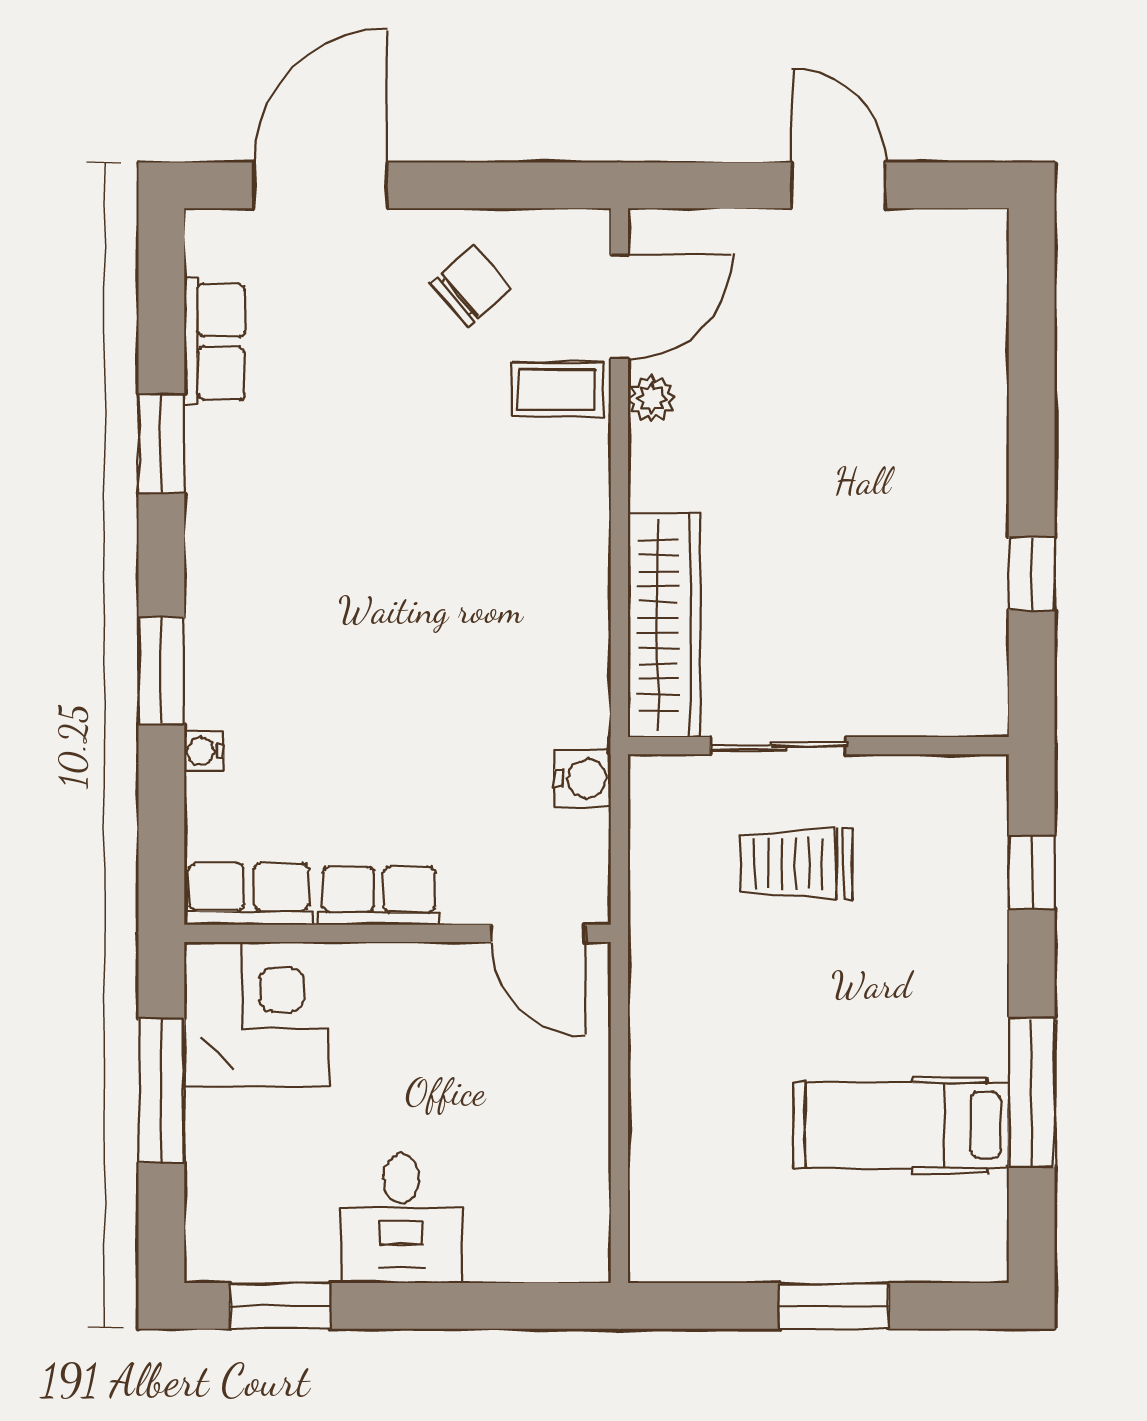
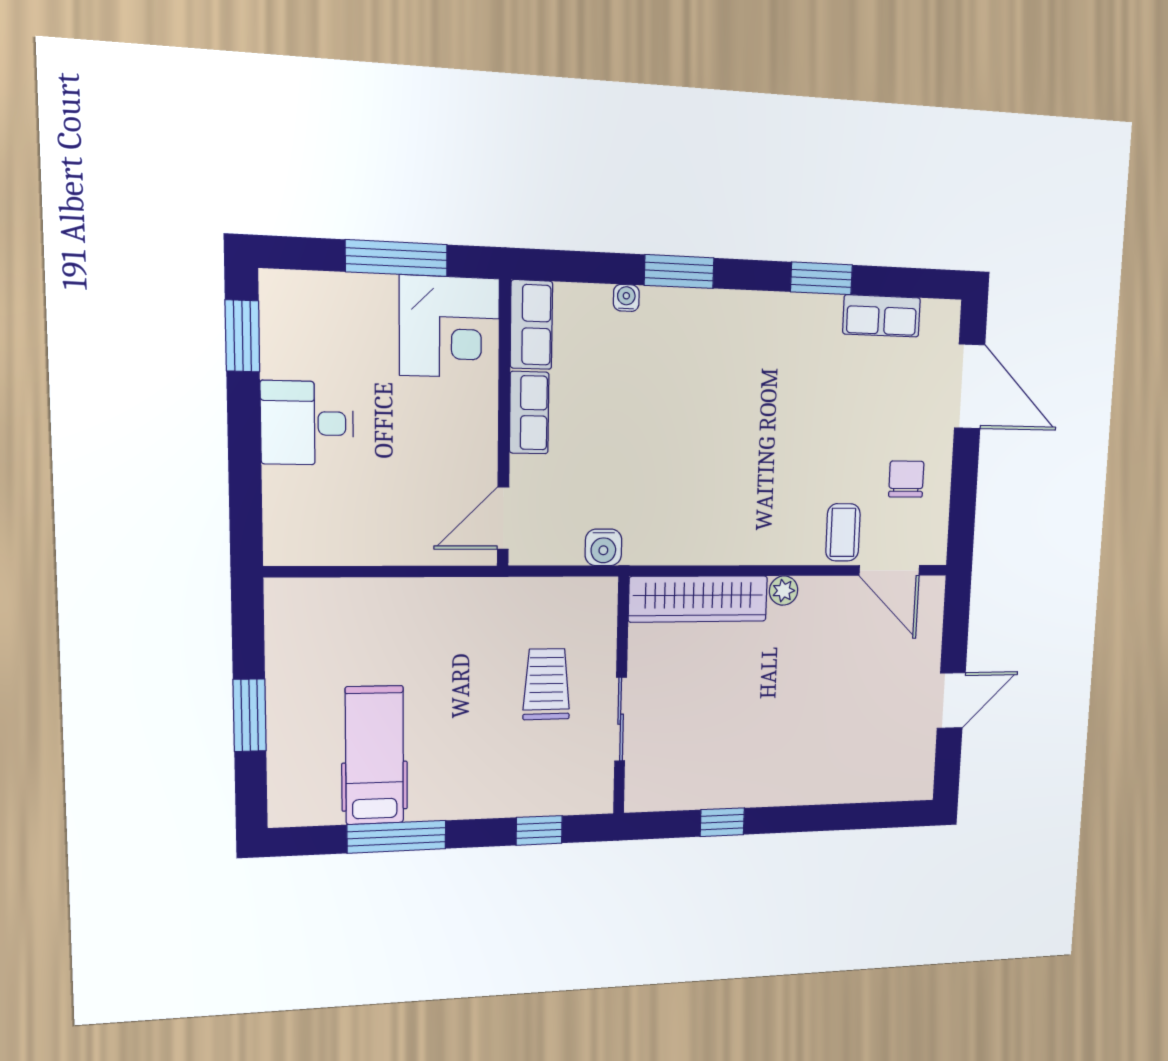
chair: (471, 286) -> (906, 479), turned -139
plant: (651, 398) -> (784, 591), moved
sliding door: (779, 746) -> (621, 719), moved

